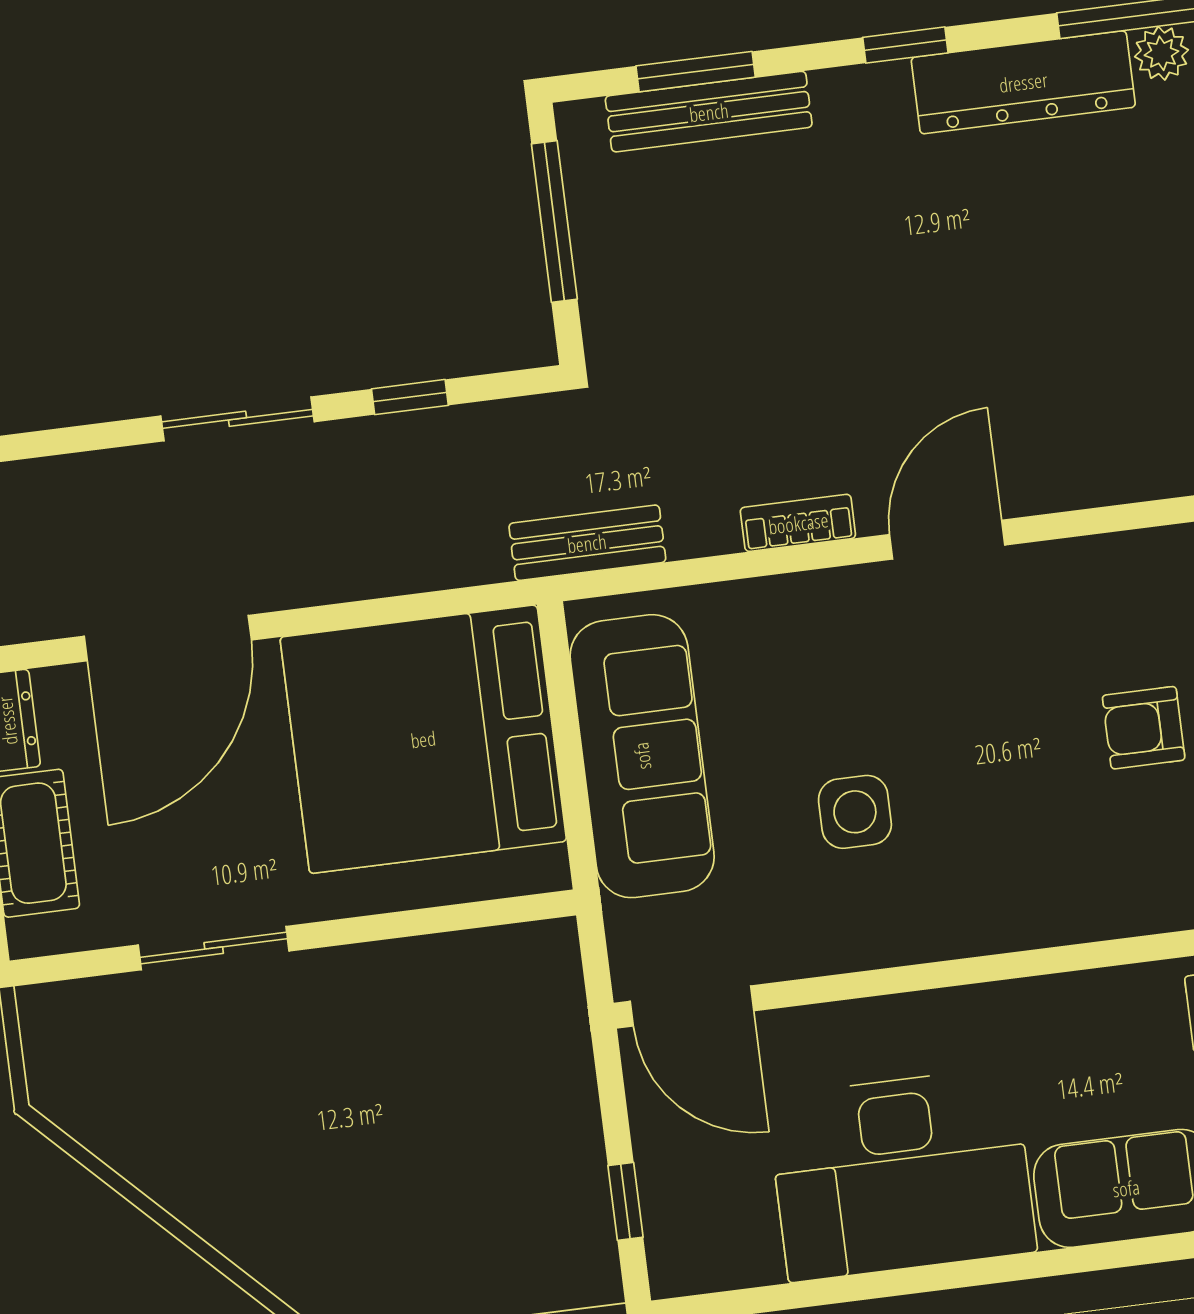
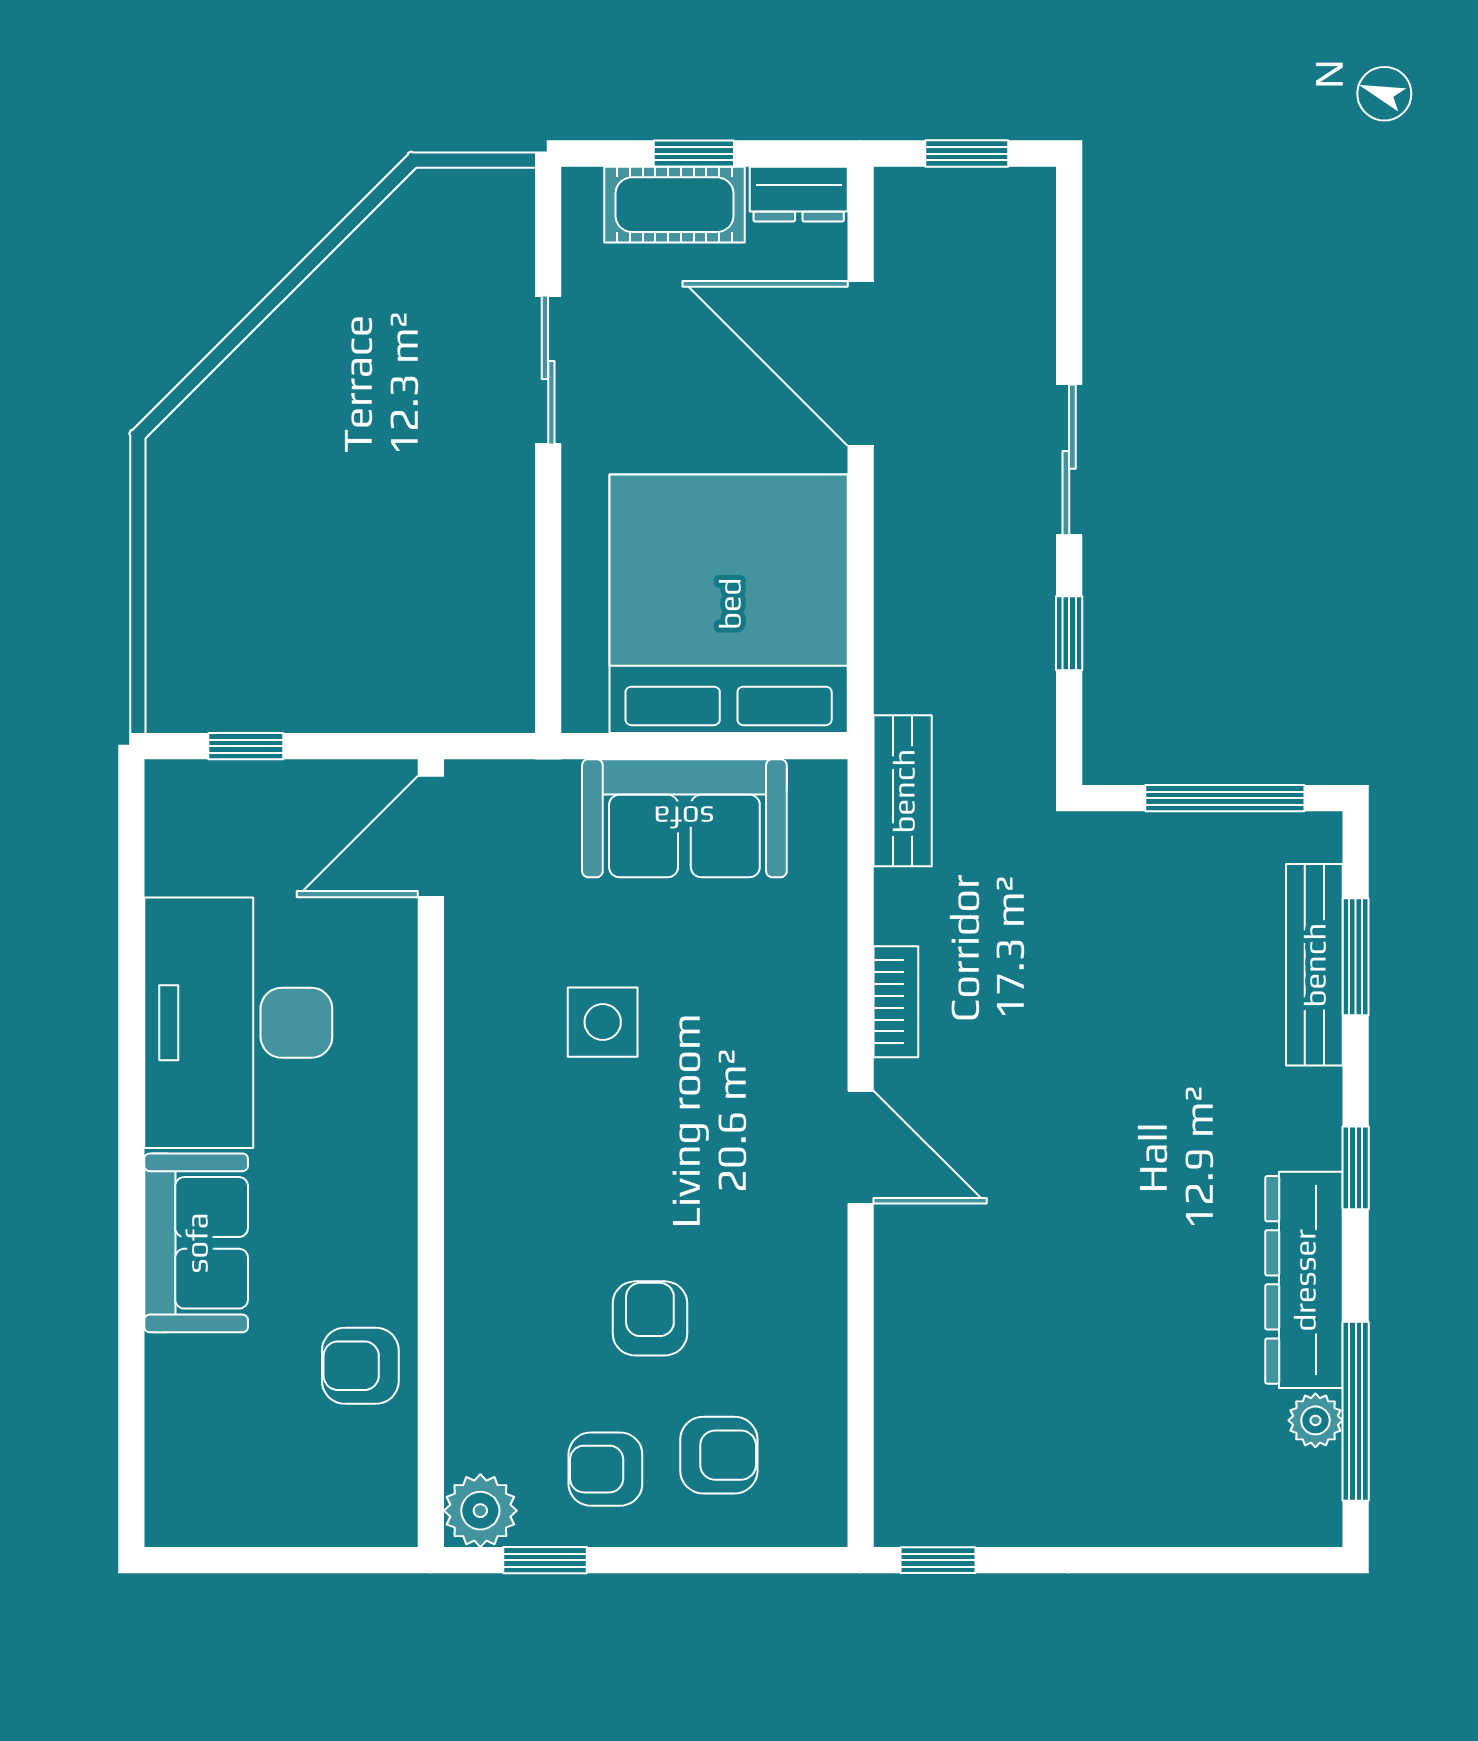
sofa: (642, 756) -> (684, 818), width x0.73

